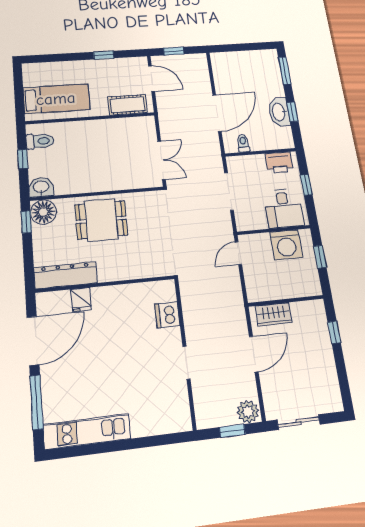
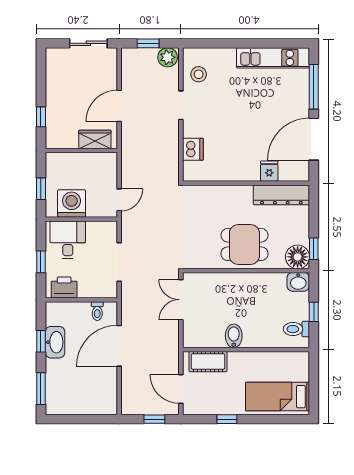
bed: (56, 99) -> (278, 397), moved
bidet: (104, 130) -> (234, 336), added
stool: (171, 401) -> (199, 74), added
plant: (248, 412) -> (168, 57), moved

